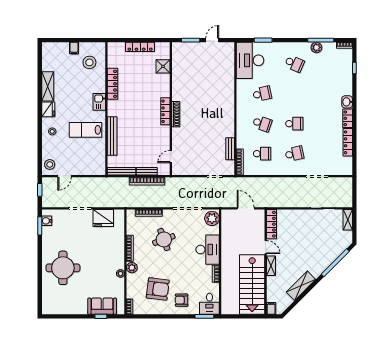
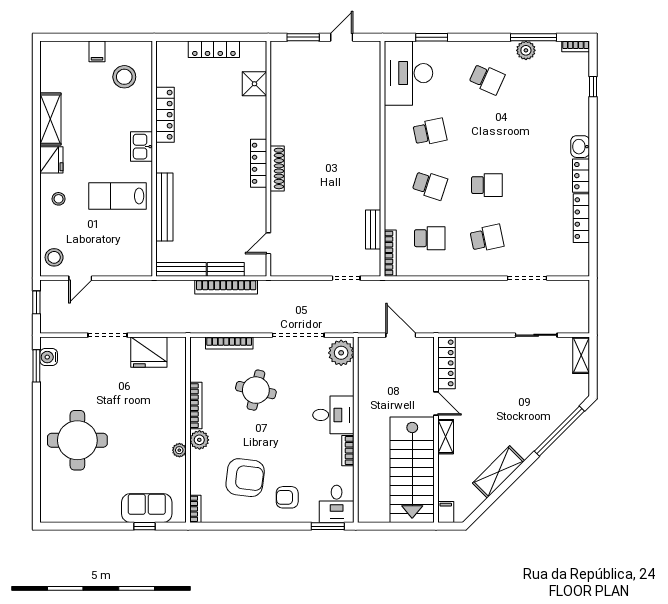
round table: (164, 239) -> (256, 390), turned 33
desk: (208, 250) -> (333, 415), width x0.73

